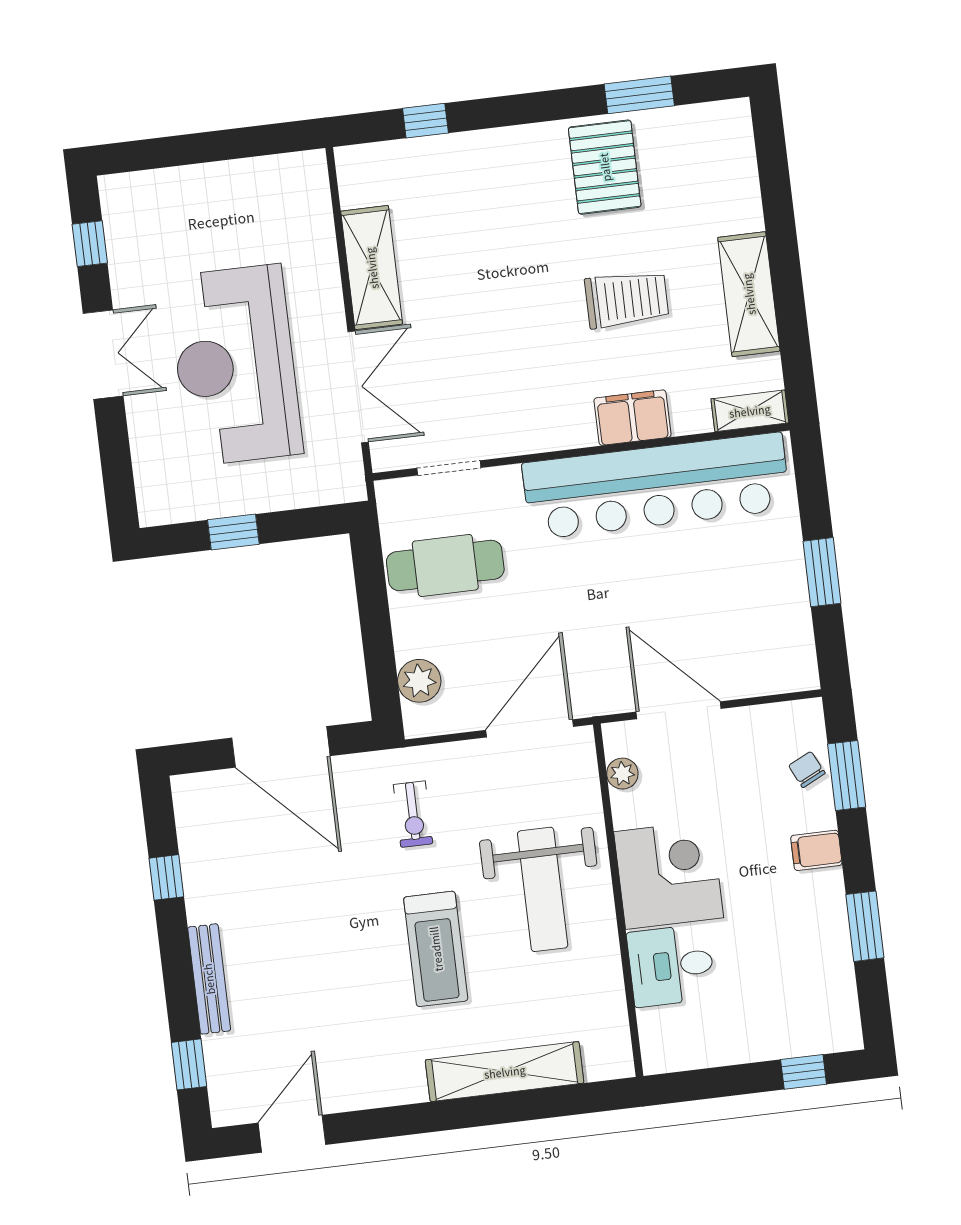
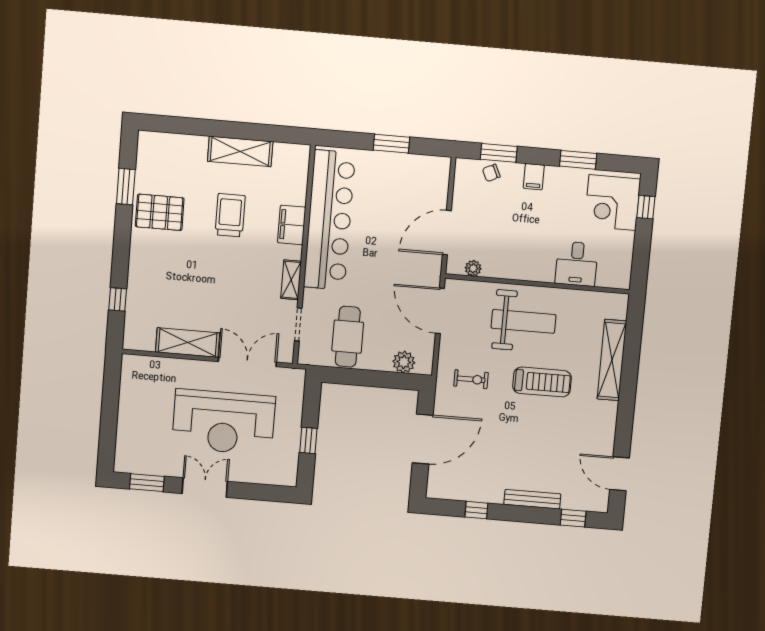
window: (90, 244) -> (147, 483), width x1.50
shelving: (750, 411) -> (291, 280), moved
corner desk: (669, 875) -> (612, 202), moved, turned -90

